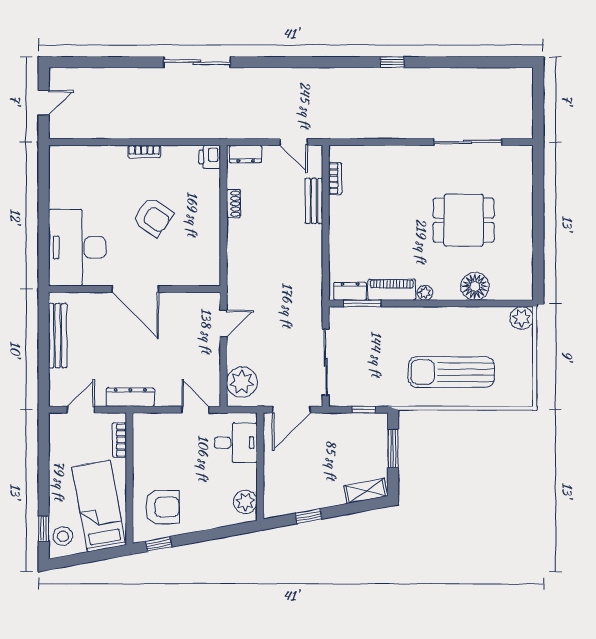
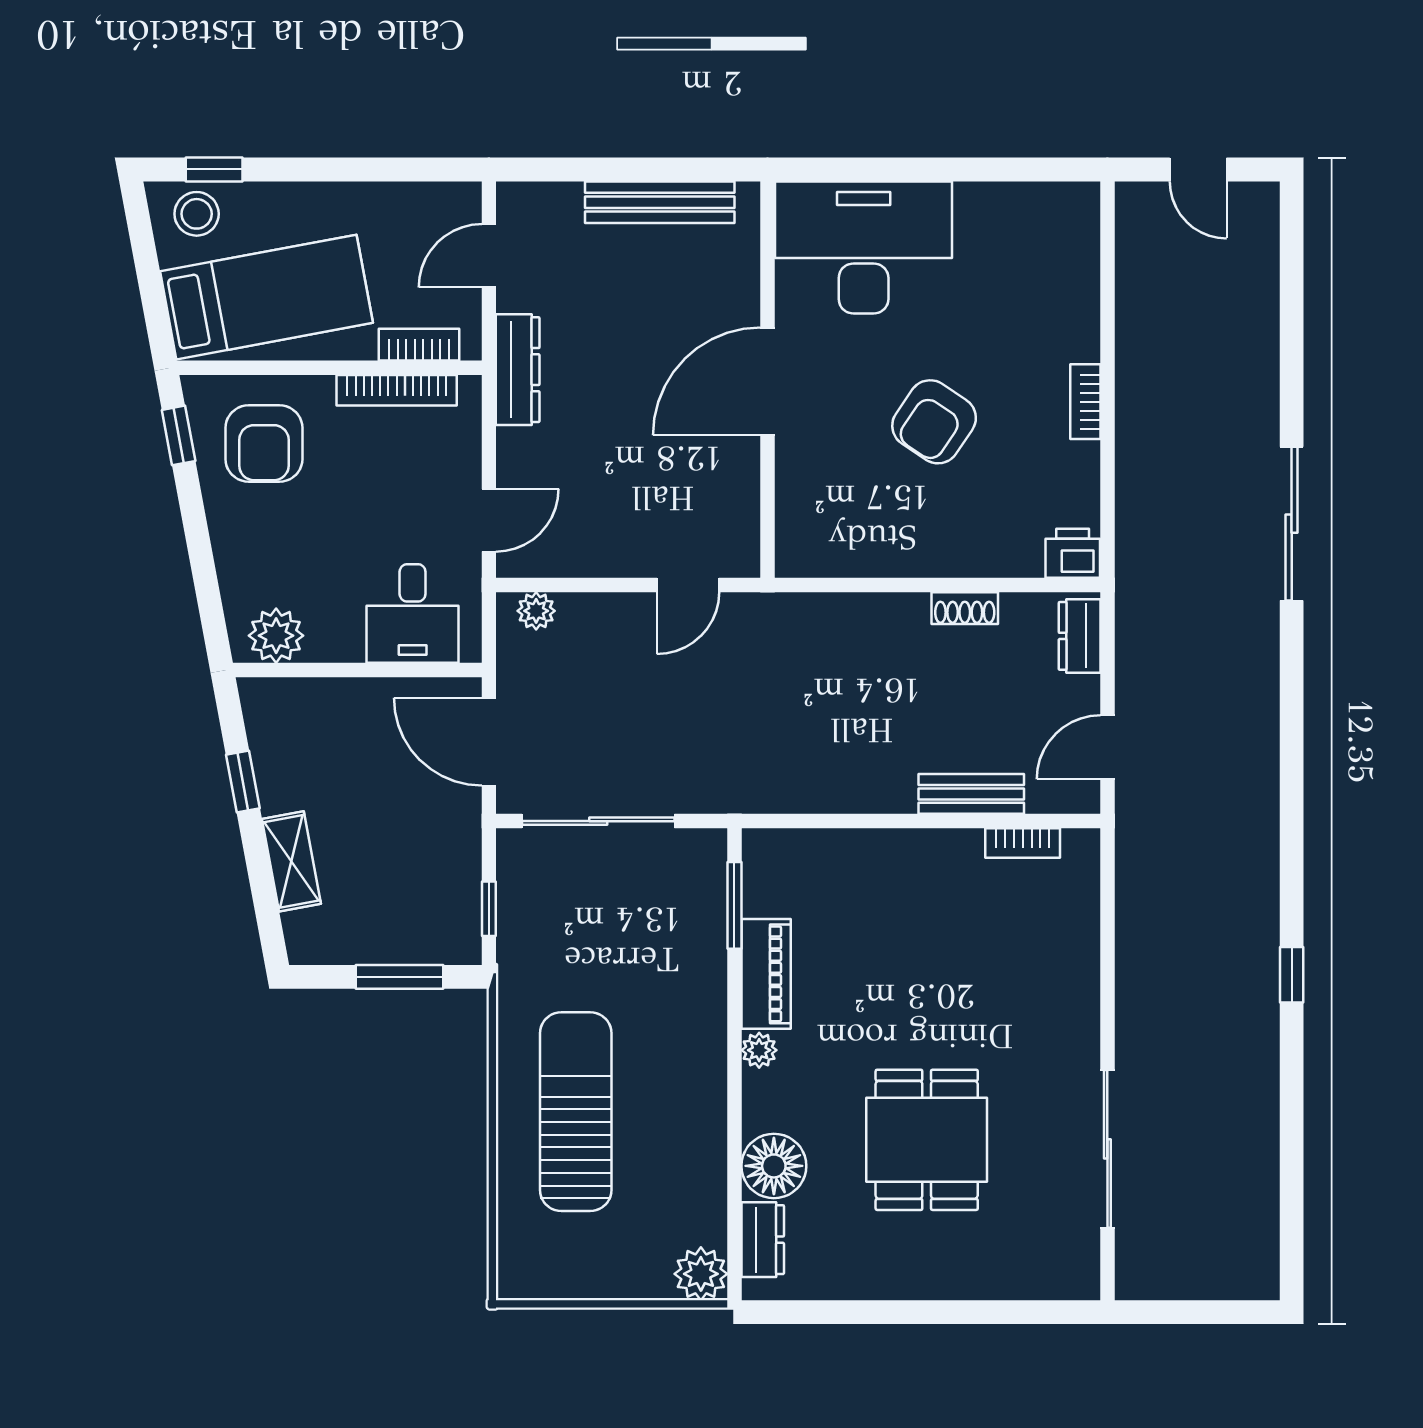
dresser: (350, 291) -> (763, 1240), moved
door: (223, 323) -> (688, 585), hinge flipped
plant: (242, 382) -> (536, 611), width x0.53, depth x0.53
door: (81, 410) -> (489, 256), swing flipped
bookcase: (139, 450) -> (397, 390), added
shelving: (366, 491) -> (291, 861), moved

